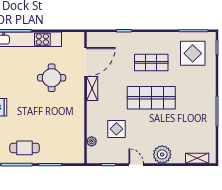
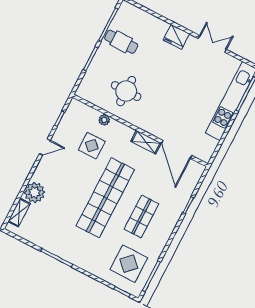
round table: (52, 78) -> (126, 91), moved
shop shelf: (151, 98) -> (105, 198), width x1.40
plant: (92, 141) -> (104, 120), moved
cafe table: (25, 148) -> (121, 42), turned 90
plant: (162, 154) -> (35, 193), moved

